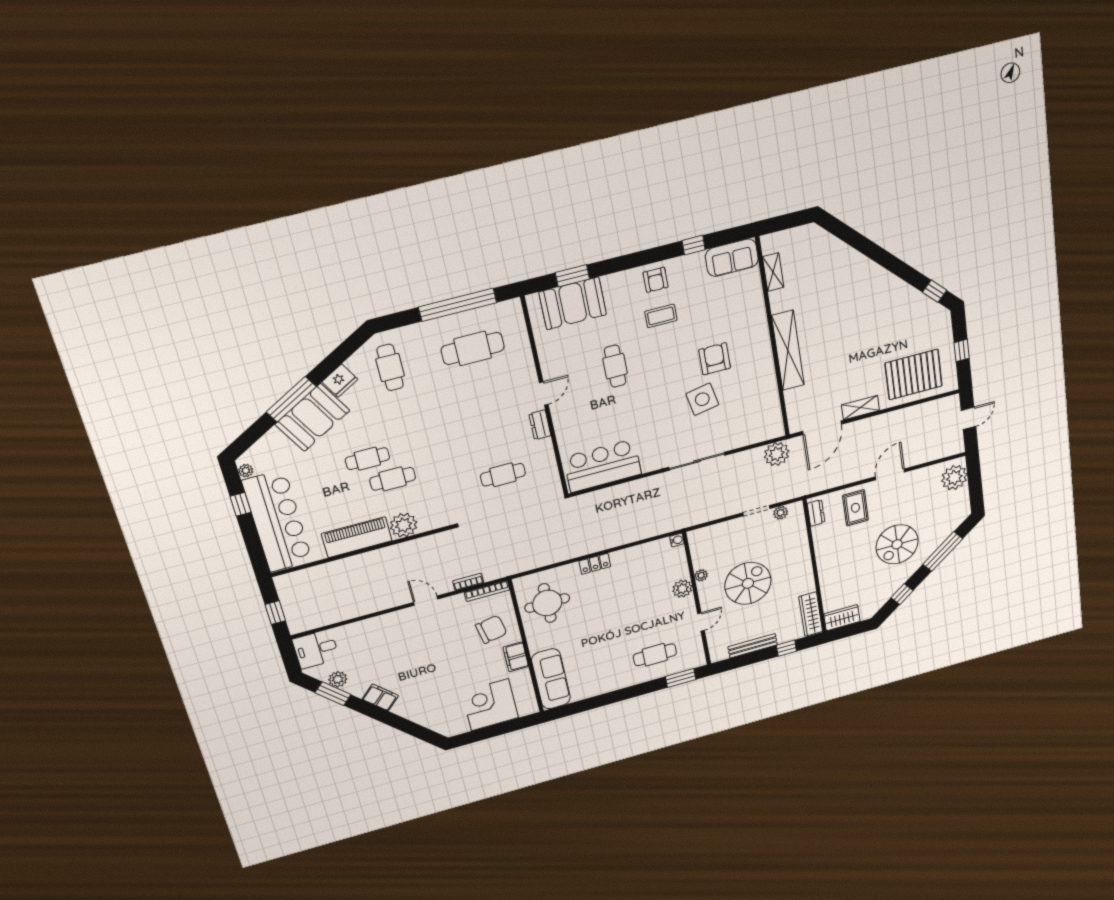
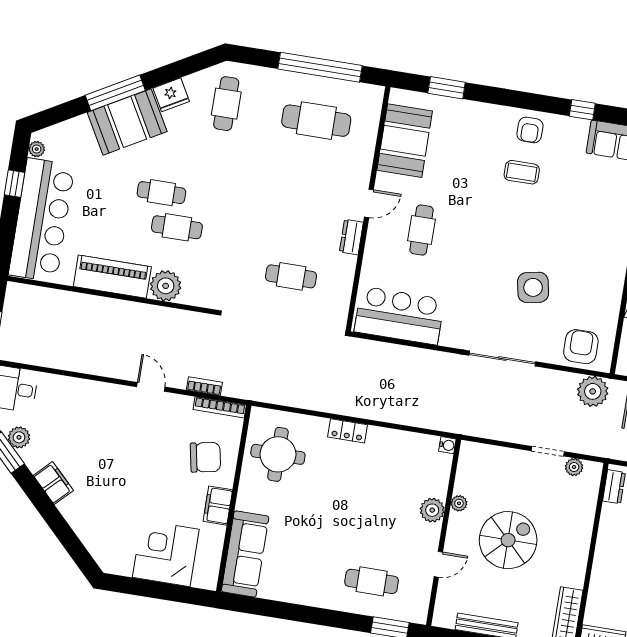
booth: (573, 303) -> (405, 141), moved, turned 90
armchair: (715, 359) -> (581, 347), moved
cafe table: (615, 366) -> (422, 230), moved

